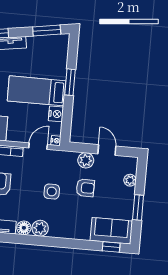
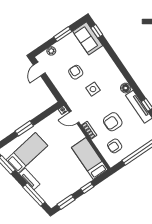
bed: (37, 91) -> (27, 153), moved, turned -99
nightstand: (56, 114) -> (48, 122), removed
door: (107, 150) -> (39, 69), moved
plant: (86, 160) -> (60, 84), removed
plant: (40, 228) -> (119, 79), removed

